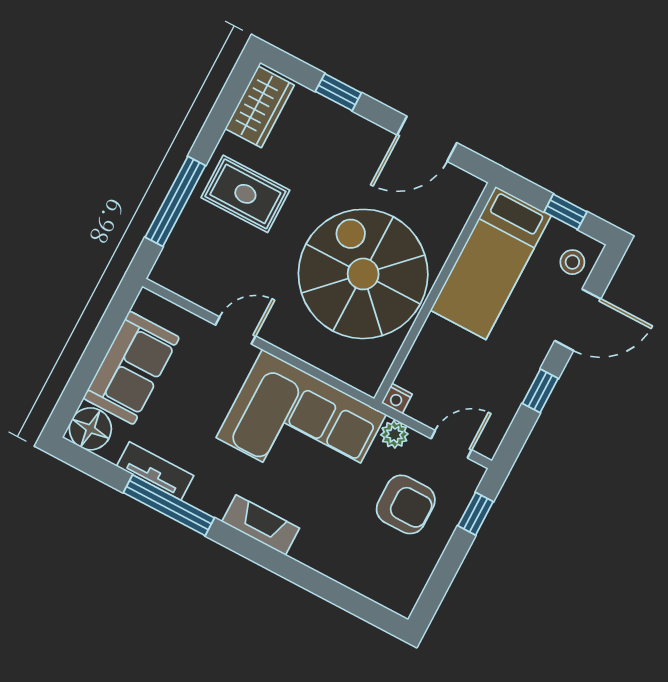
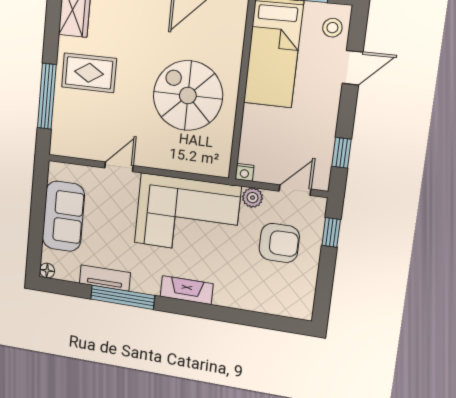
spiral stairs: (363, 274) -> (188, 96), width x0.73, depth x0.73
door: (578, 320) -> (353, 68), width x0.73
window: (540, 391) -> (341, 153), moved
floor lamp: (90, 429) -> (47, 271), width x0.53, depth x0.53

